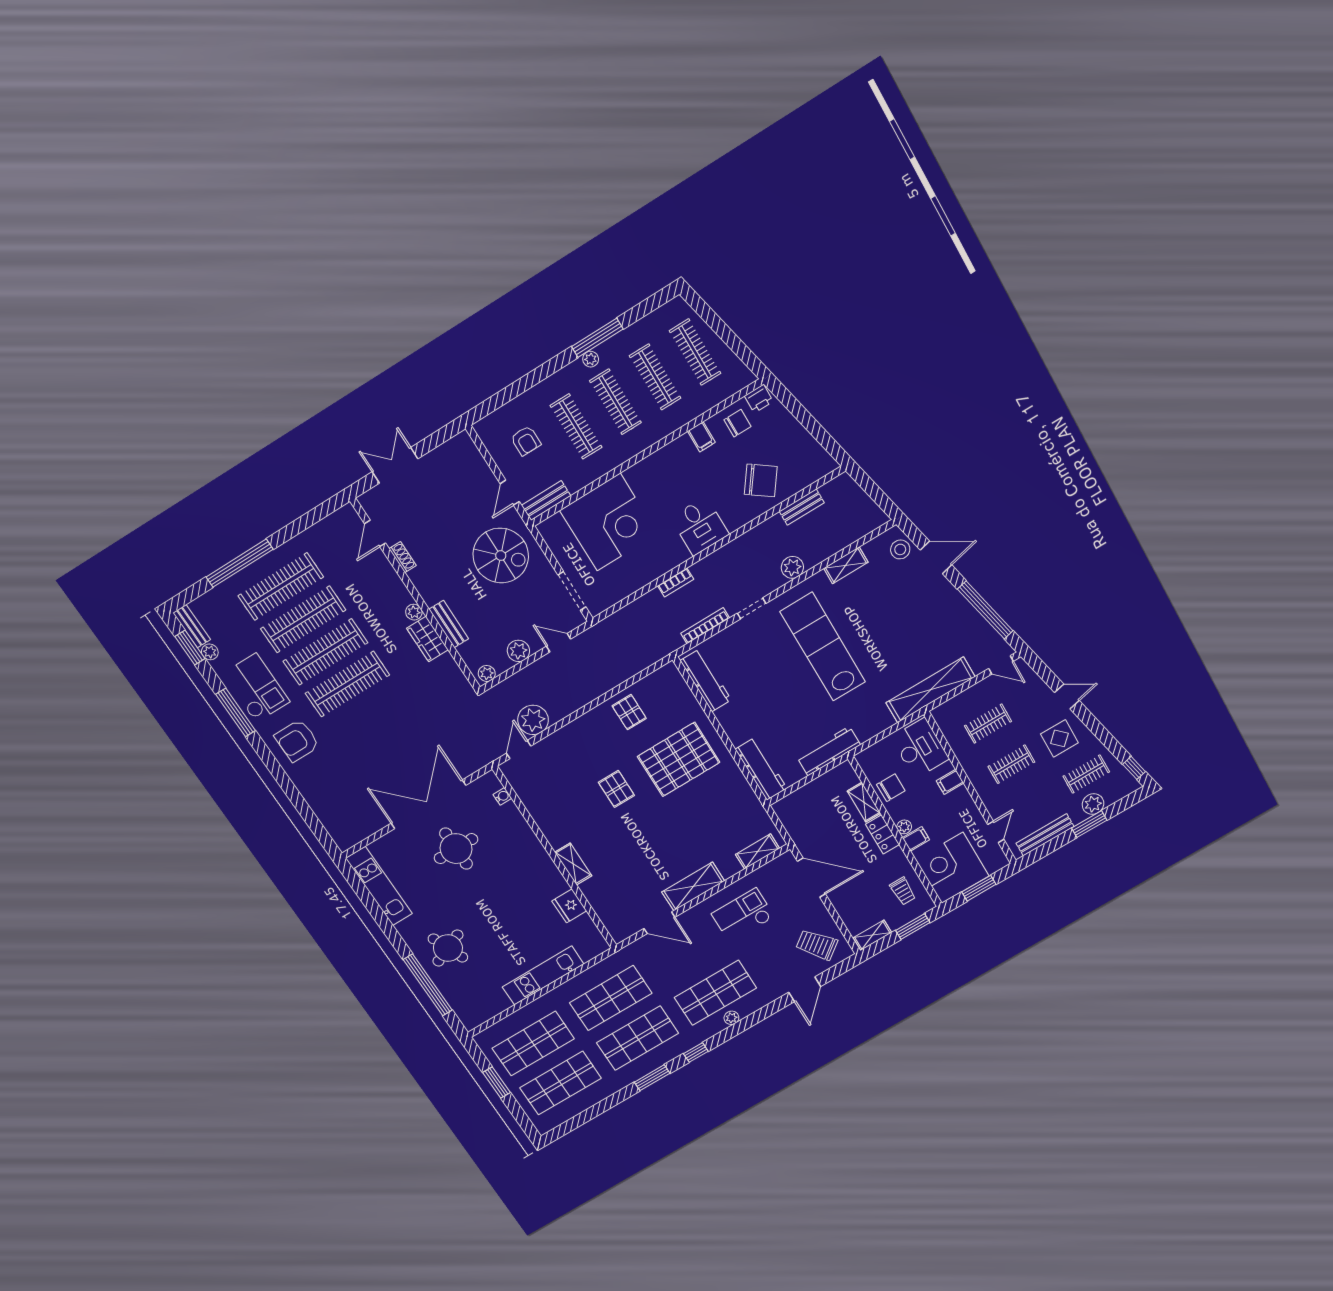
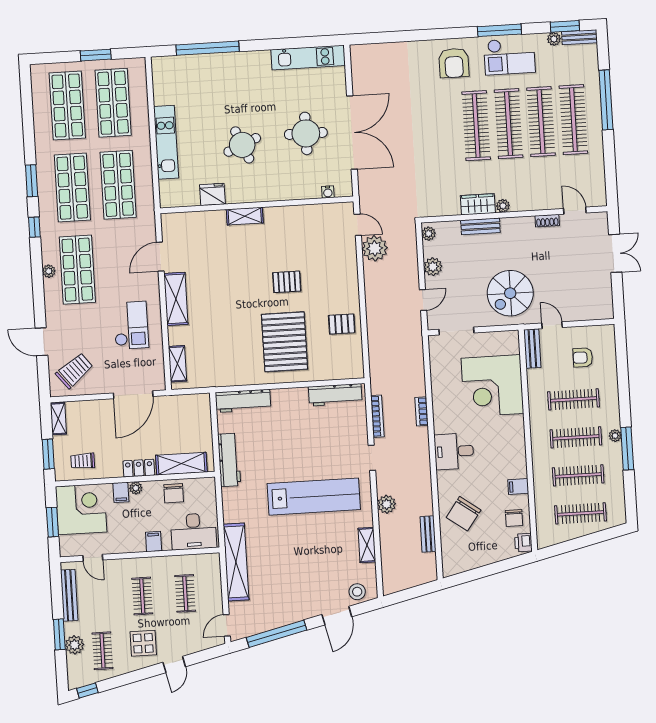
armchair: (297, 741) -> (454, 63), turned 180
shelving: (864, 802) -> (181, 464), width x1.50, depth x1.33
round table: (448, 948) -> (242, 145), moved

